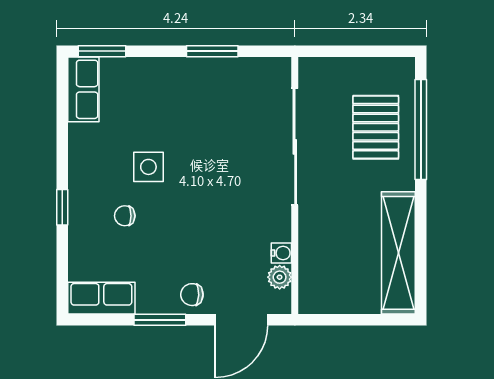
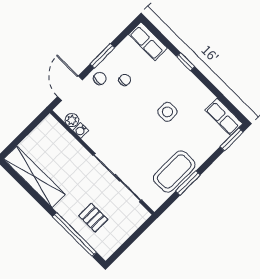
coffee table: (215, 83) -> (174, 171), added
pallet: (376, 127) -> (93, 218), width x0.67, depth x0.71
chair: (125, 216) -> (125, 80), moved
row of seats: (101, 298) -> (148, 41), moved, turned 90

